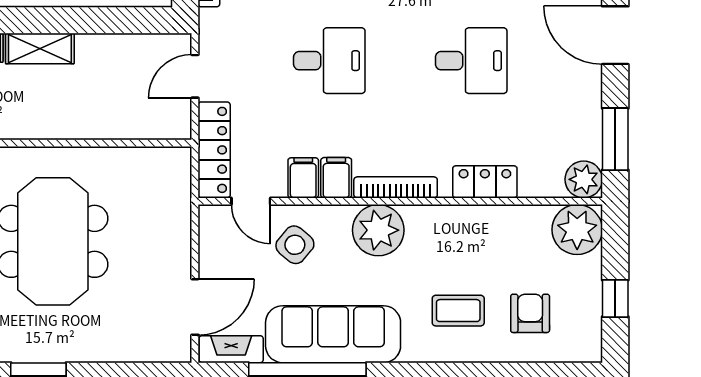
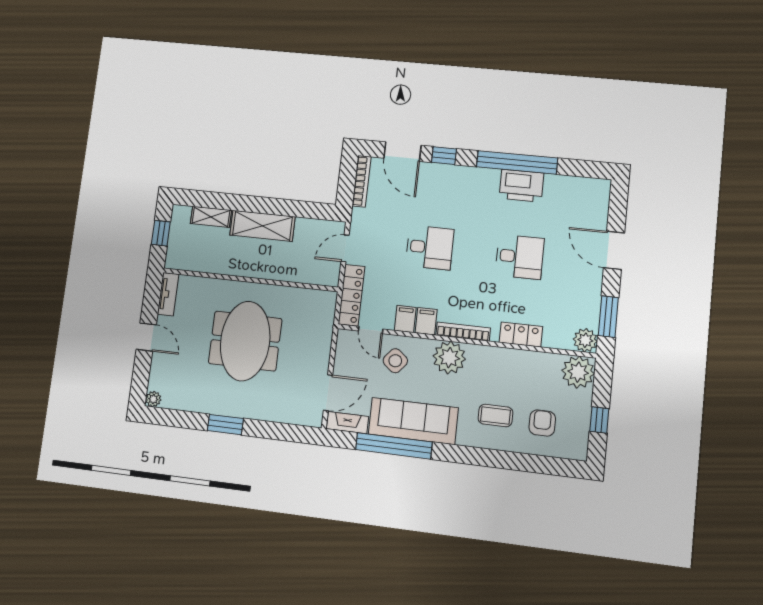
shelving: (40, 49) -> (262, 226), width x1.50, depth x1.33

